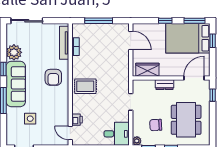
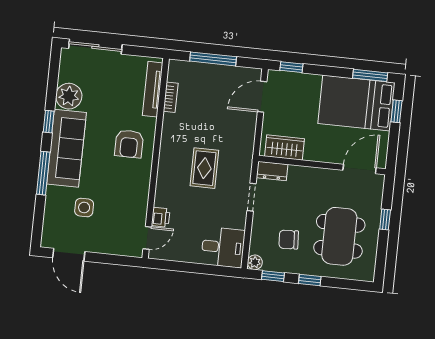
window: (165, 21) -> (291, 67), moved
door: (131, 40) -> (262, 97), swing flipped
dresser: (165, 85) -> (272, 171), moved
rug: (85, 86) -> (204, 168), moved, turned 90
window: (213, 95) -> (385, 220), moved
door: (70, 133) -> (147, 238), swing flipped

